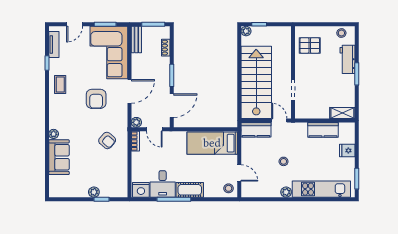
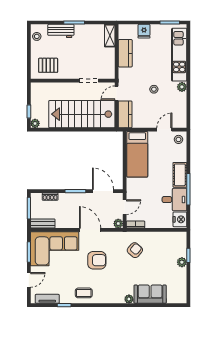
door: (75, 24) -> (29, 280), hinge flipped
pallet: (310, 45) -> (48, 65), turned 90

